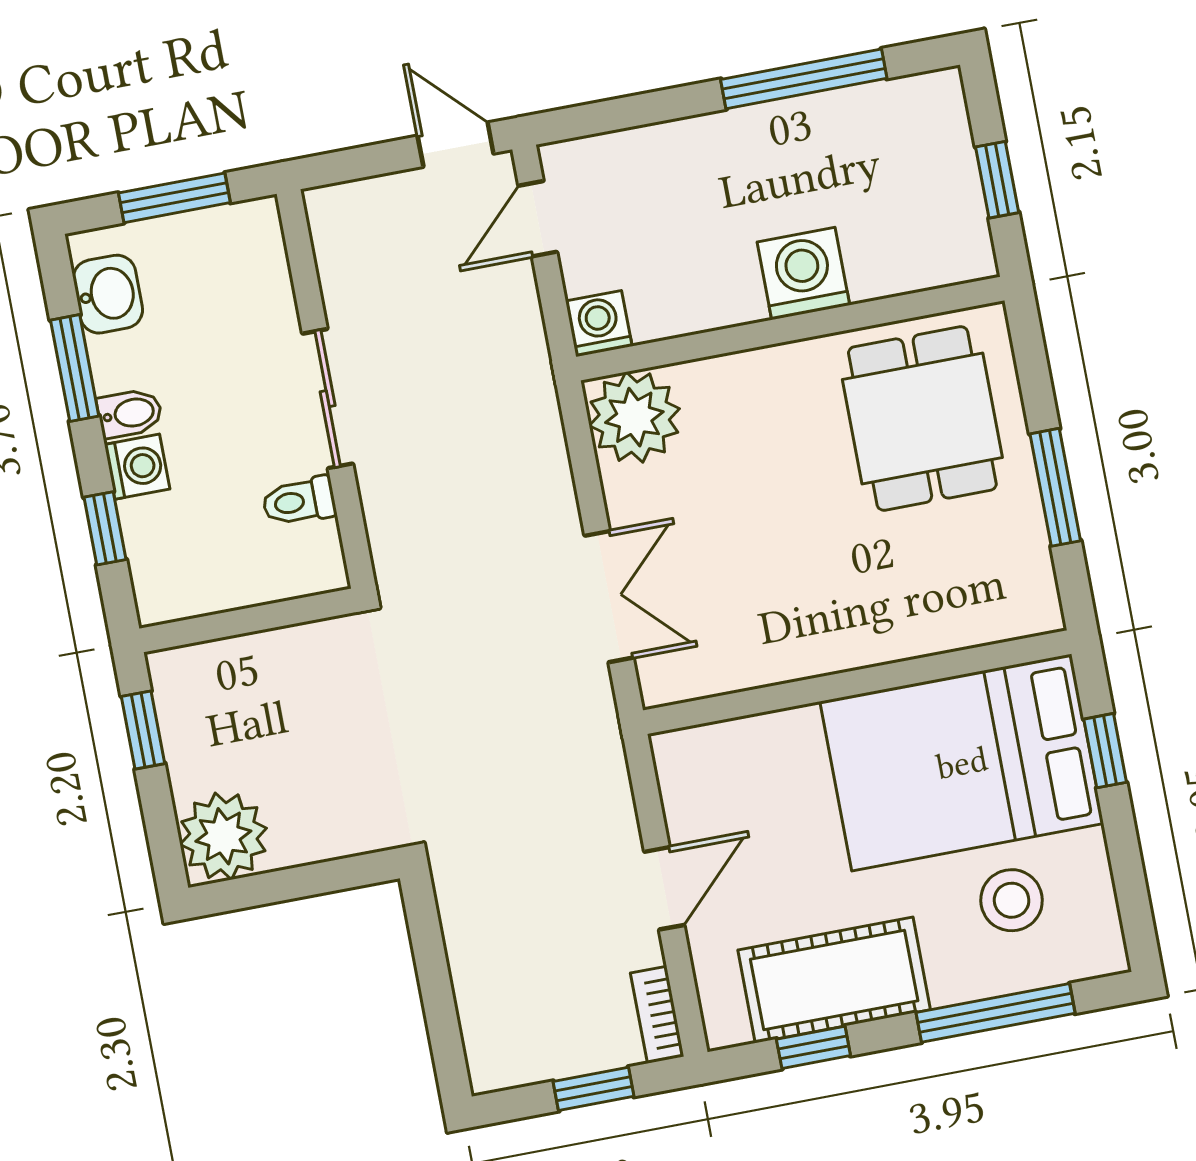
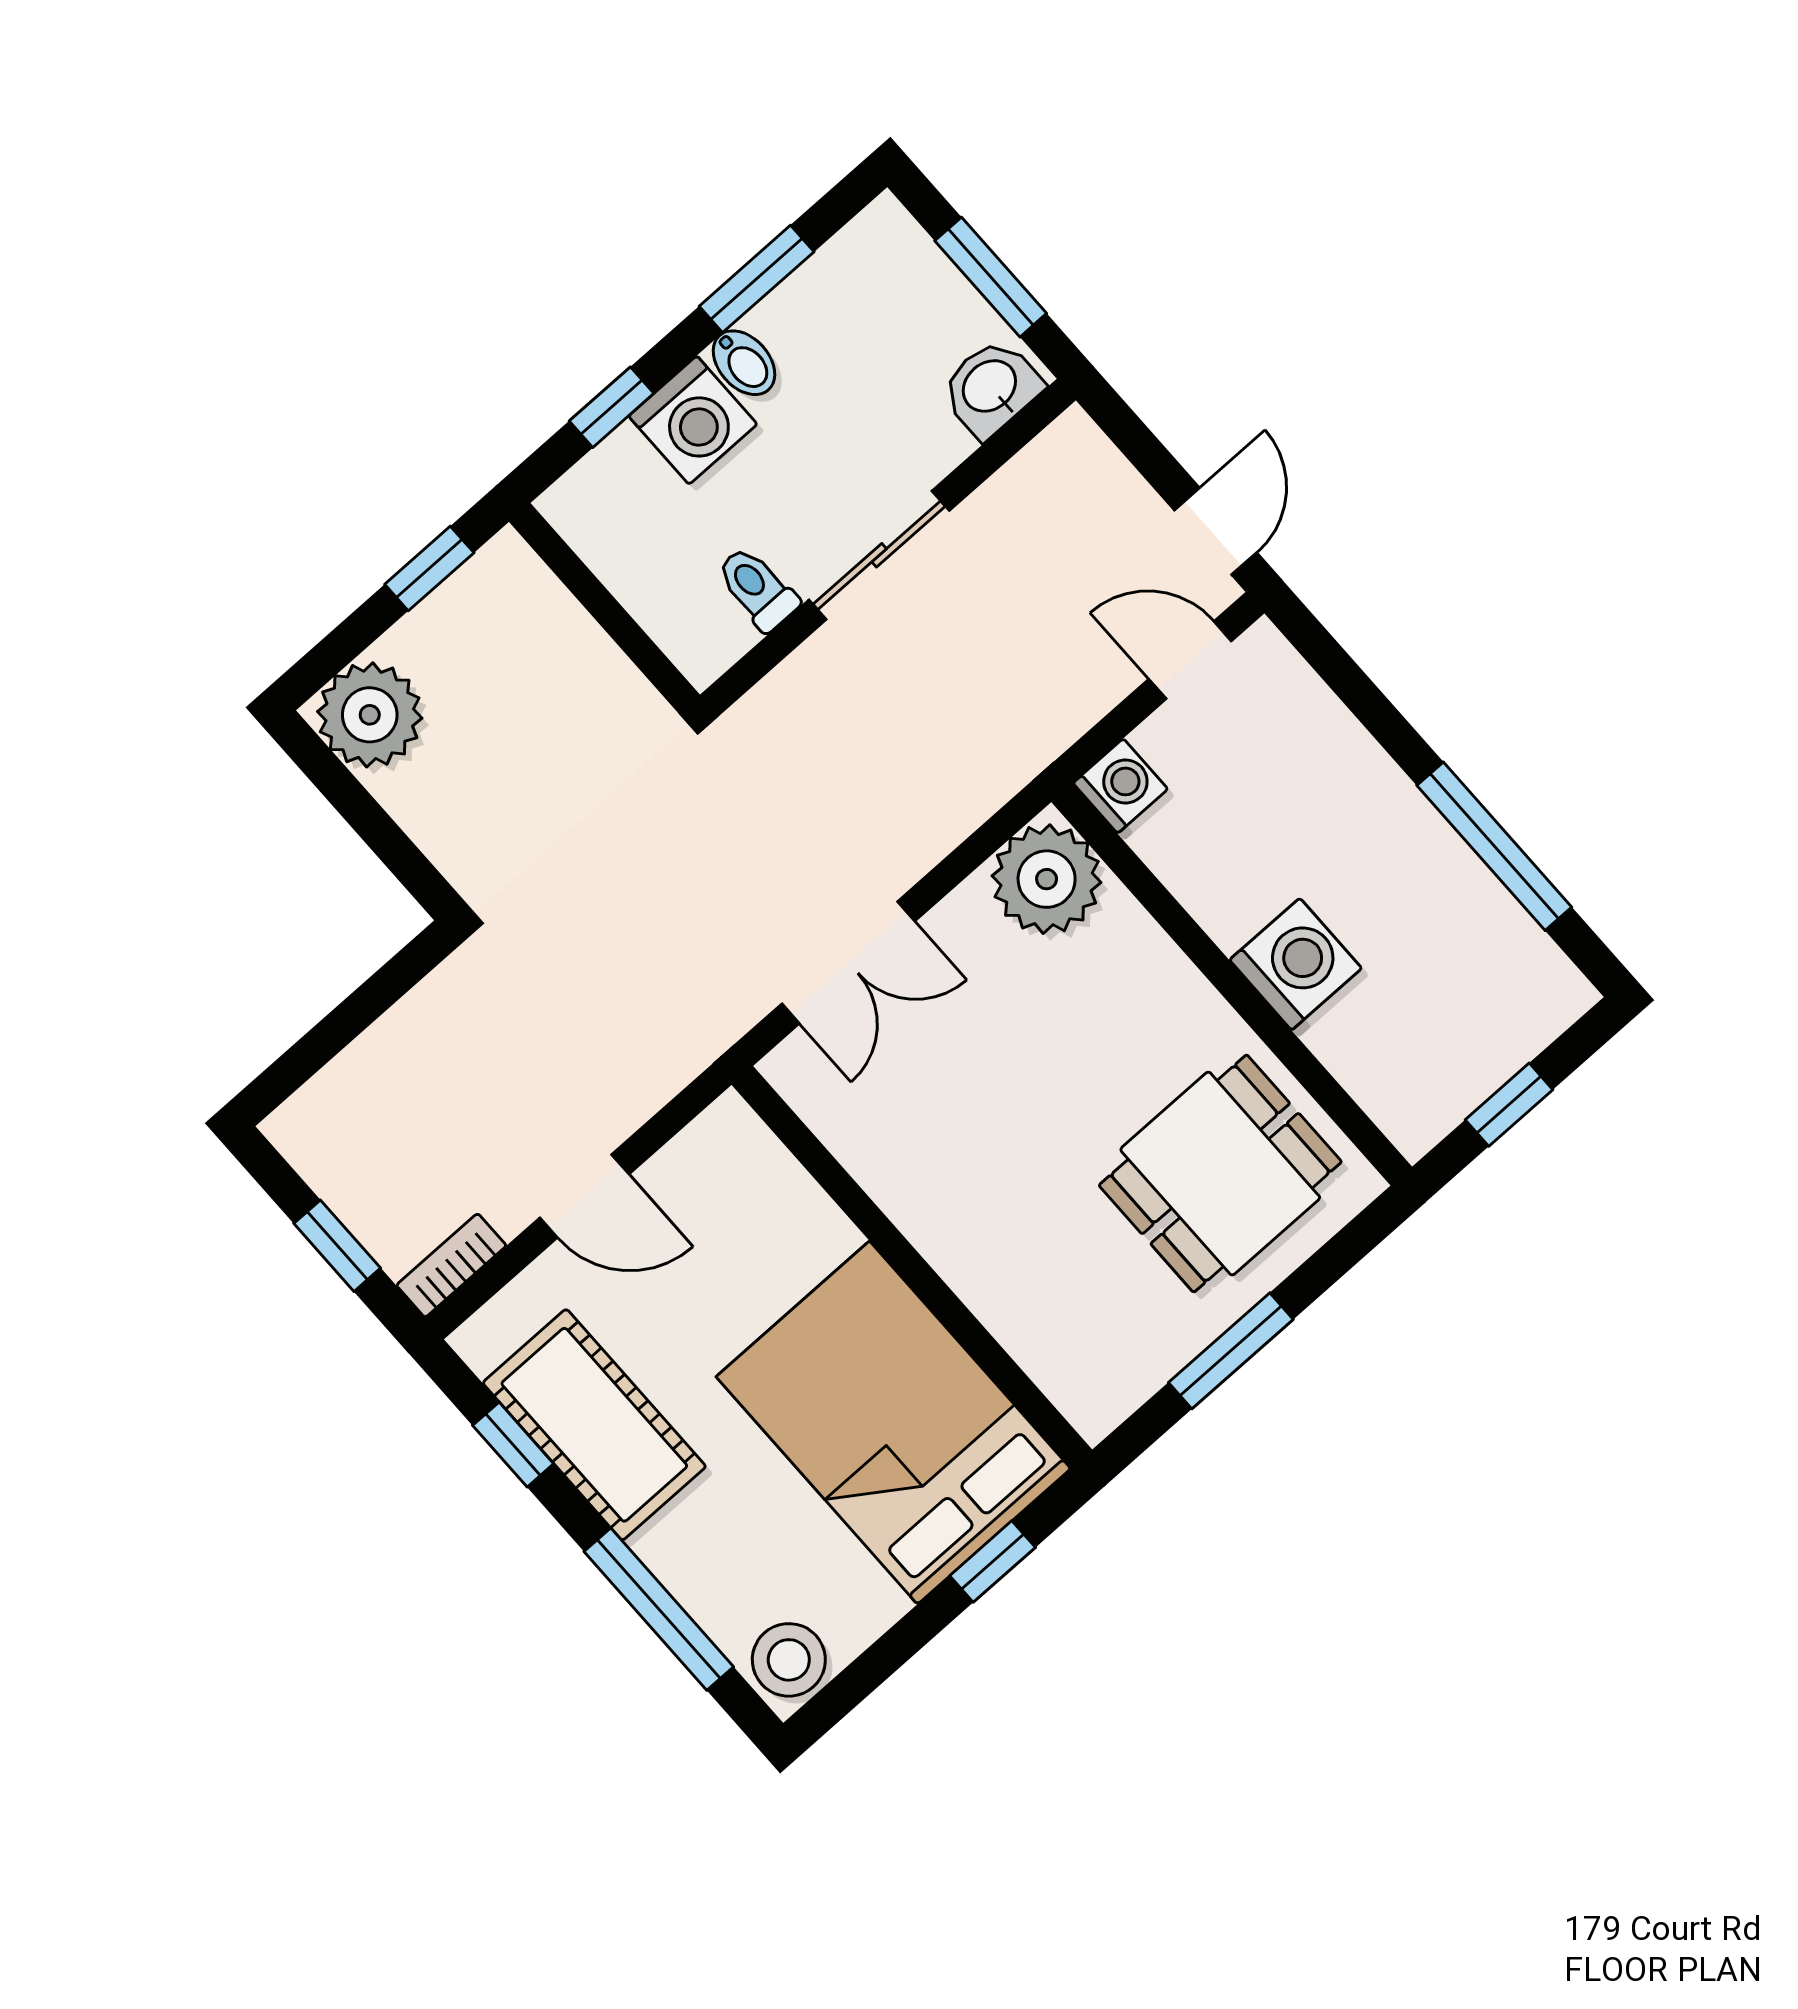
washbasin: (108, 294) -> (991, 388), moved, turned 180
washing machine: (137, 467) -> (693, 420), width x1.38, depth x1.38
stool: (1012, 900) -> (789, 1660), moved

